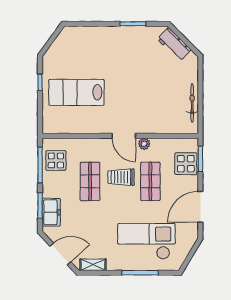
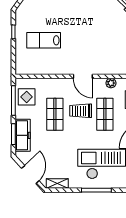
lab bench: (76, 92) -> (44, 40), width x0.73, depth x0.72
plant: (144, 144) -> (111, 83), moved
freezer: (51, 212) -> (23, 135), width x1.40
door: (60, 254) -> (30, 175), hinge flipped

